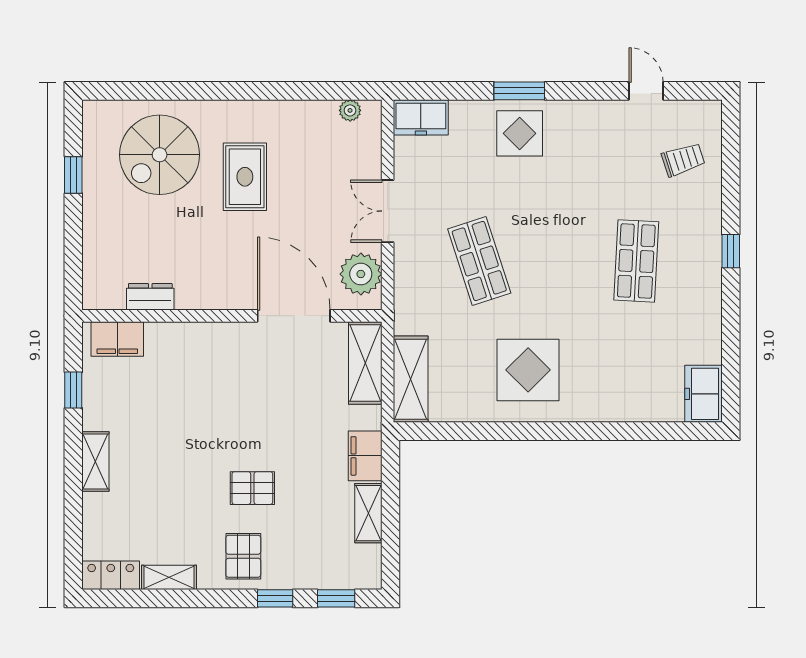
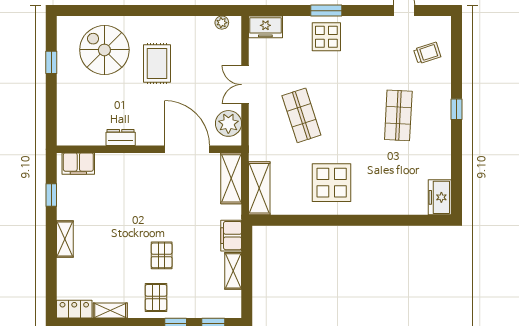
spiral stairs: (160, 155) -> (104, 50), turned 90
dresser: (150, 297) -> (121, 137), moved
pallet: (252, 488) -> (162, 255), turned 90

